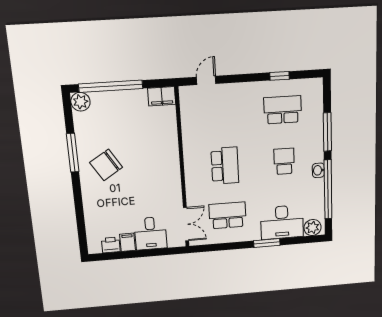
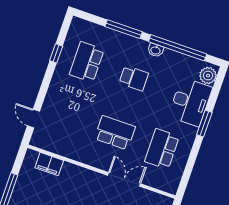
filing cabinet: (162, 96) -> (49, 164), moved, turned 90
school desk: (284, 161) -> (134, 78), turned 180
double door: (186, 224) -> (124, 179), moved

